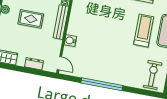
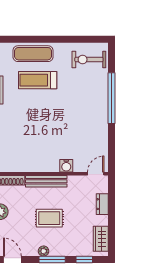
rug: (31, 19) -> (49, 218), turned 90
window: (102, 84) -> (112, 98), moved

